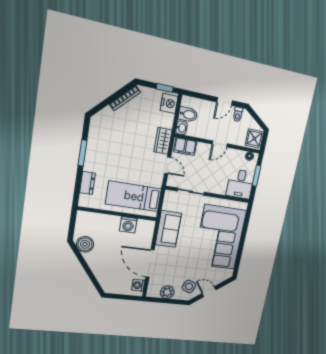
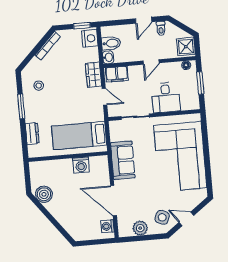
stool: (106, 136) -> (39, 86), added
desk: (240, 184) -> (166, 97), moved

